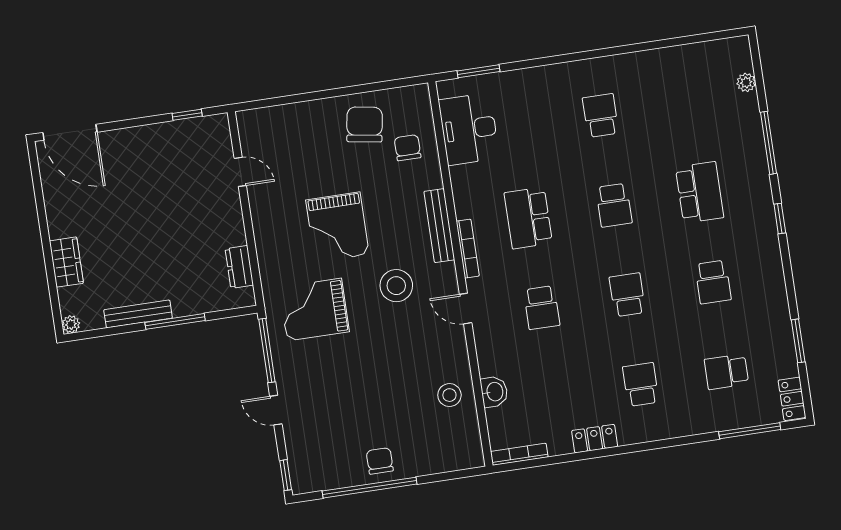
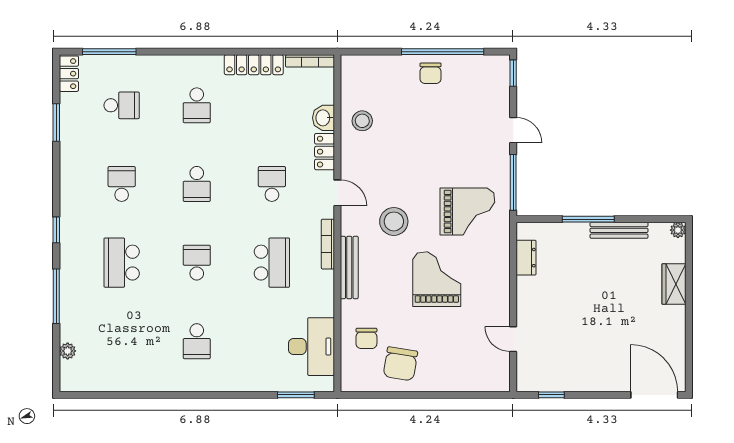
locker: (487, 353) -> (325, 152), added
locker: (595, 439) -> (254, 65), width x1.53

